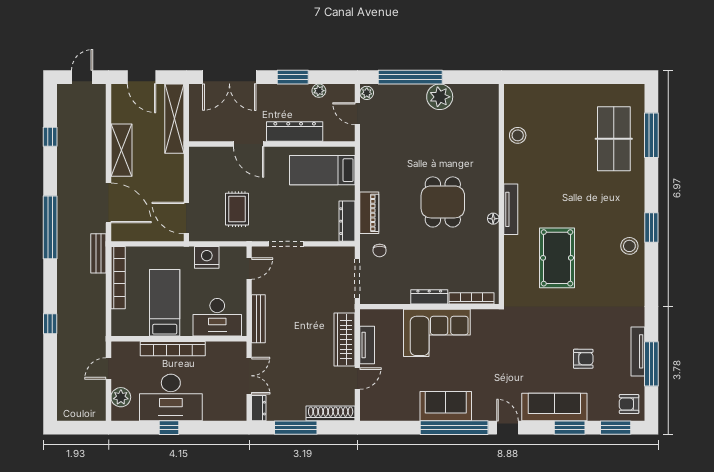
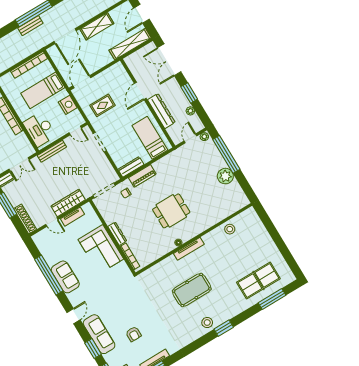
bench: (98, 253) -> (30, 26), moved
pool table: (557, 258) -> (192, 290), moved
bed: (165, 303) -> (43, 90), moved, turned 180
window: (454, 428) -> (49, 275), moved

